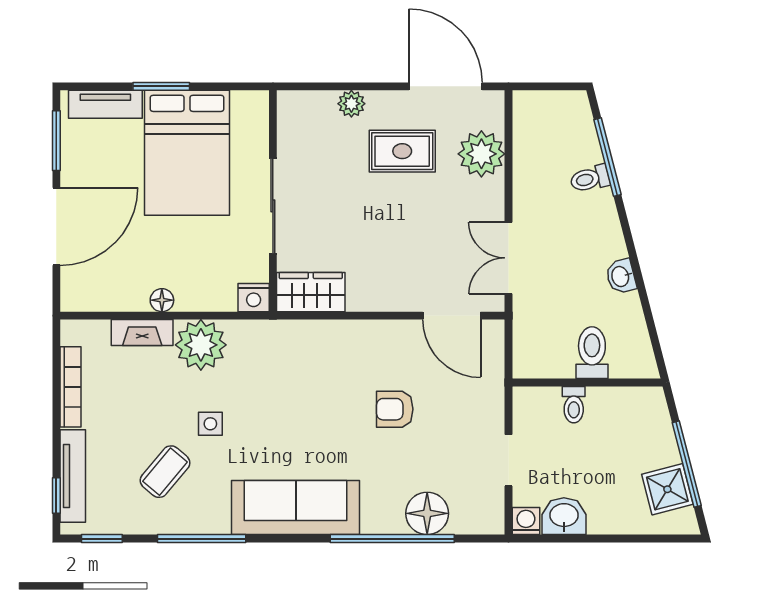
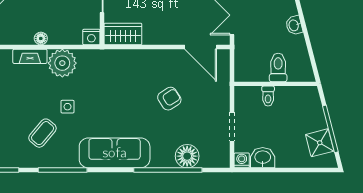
armchair: (395, 409) -> (169, 99), turned 147

